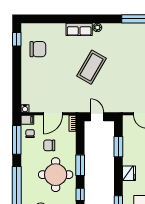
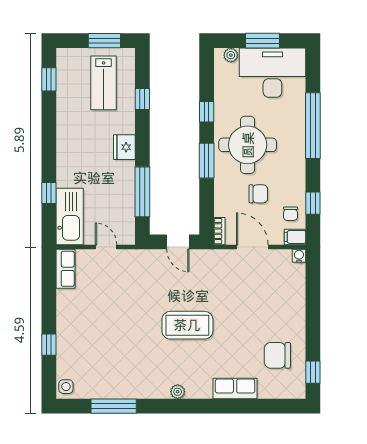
row of seats: (79, 29) -> (235, 389), moved
coffee table: (91, 67) -> (187, 325), turned 60
door: (53, 114) -> (252, 247), hinge flipped
window: (17, 140) -> (313, 203), width x0.46
window: (118, 147) -> (142, 192), width x1.44

